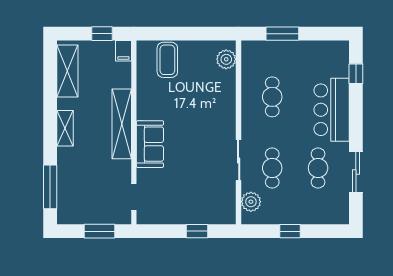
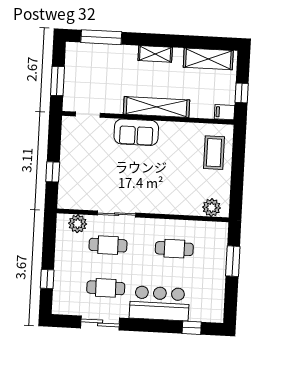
coffee table: (167, 60) -> (214, 153), turned 90
window: (290, 231) -> (47, 279), moved

